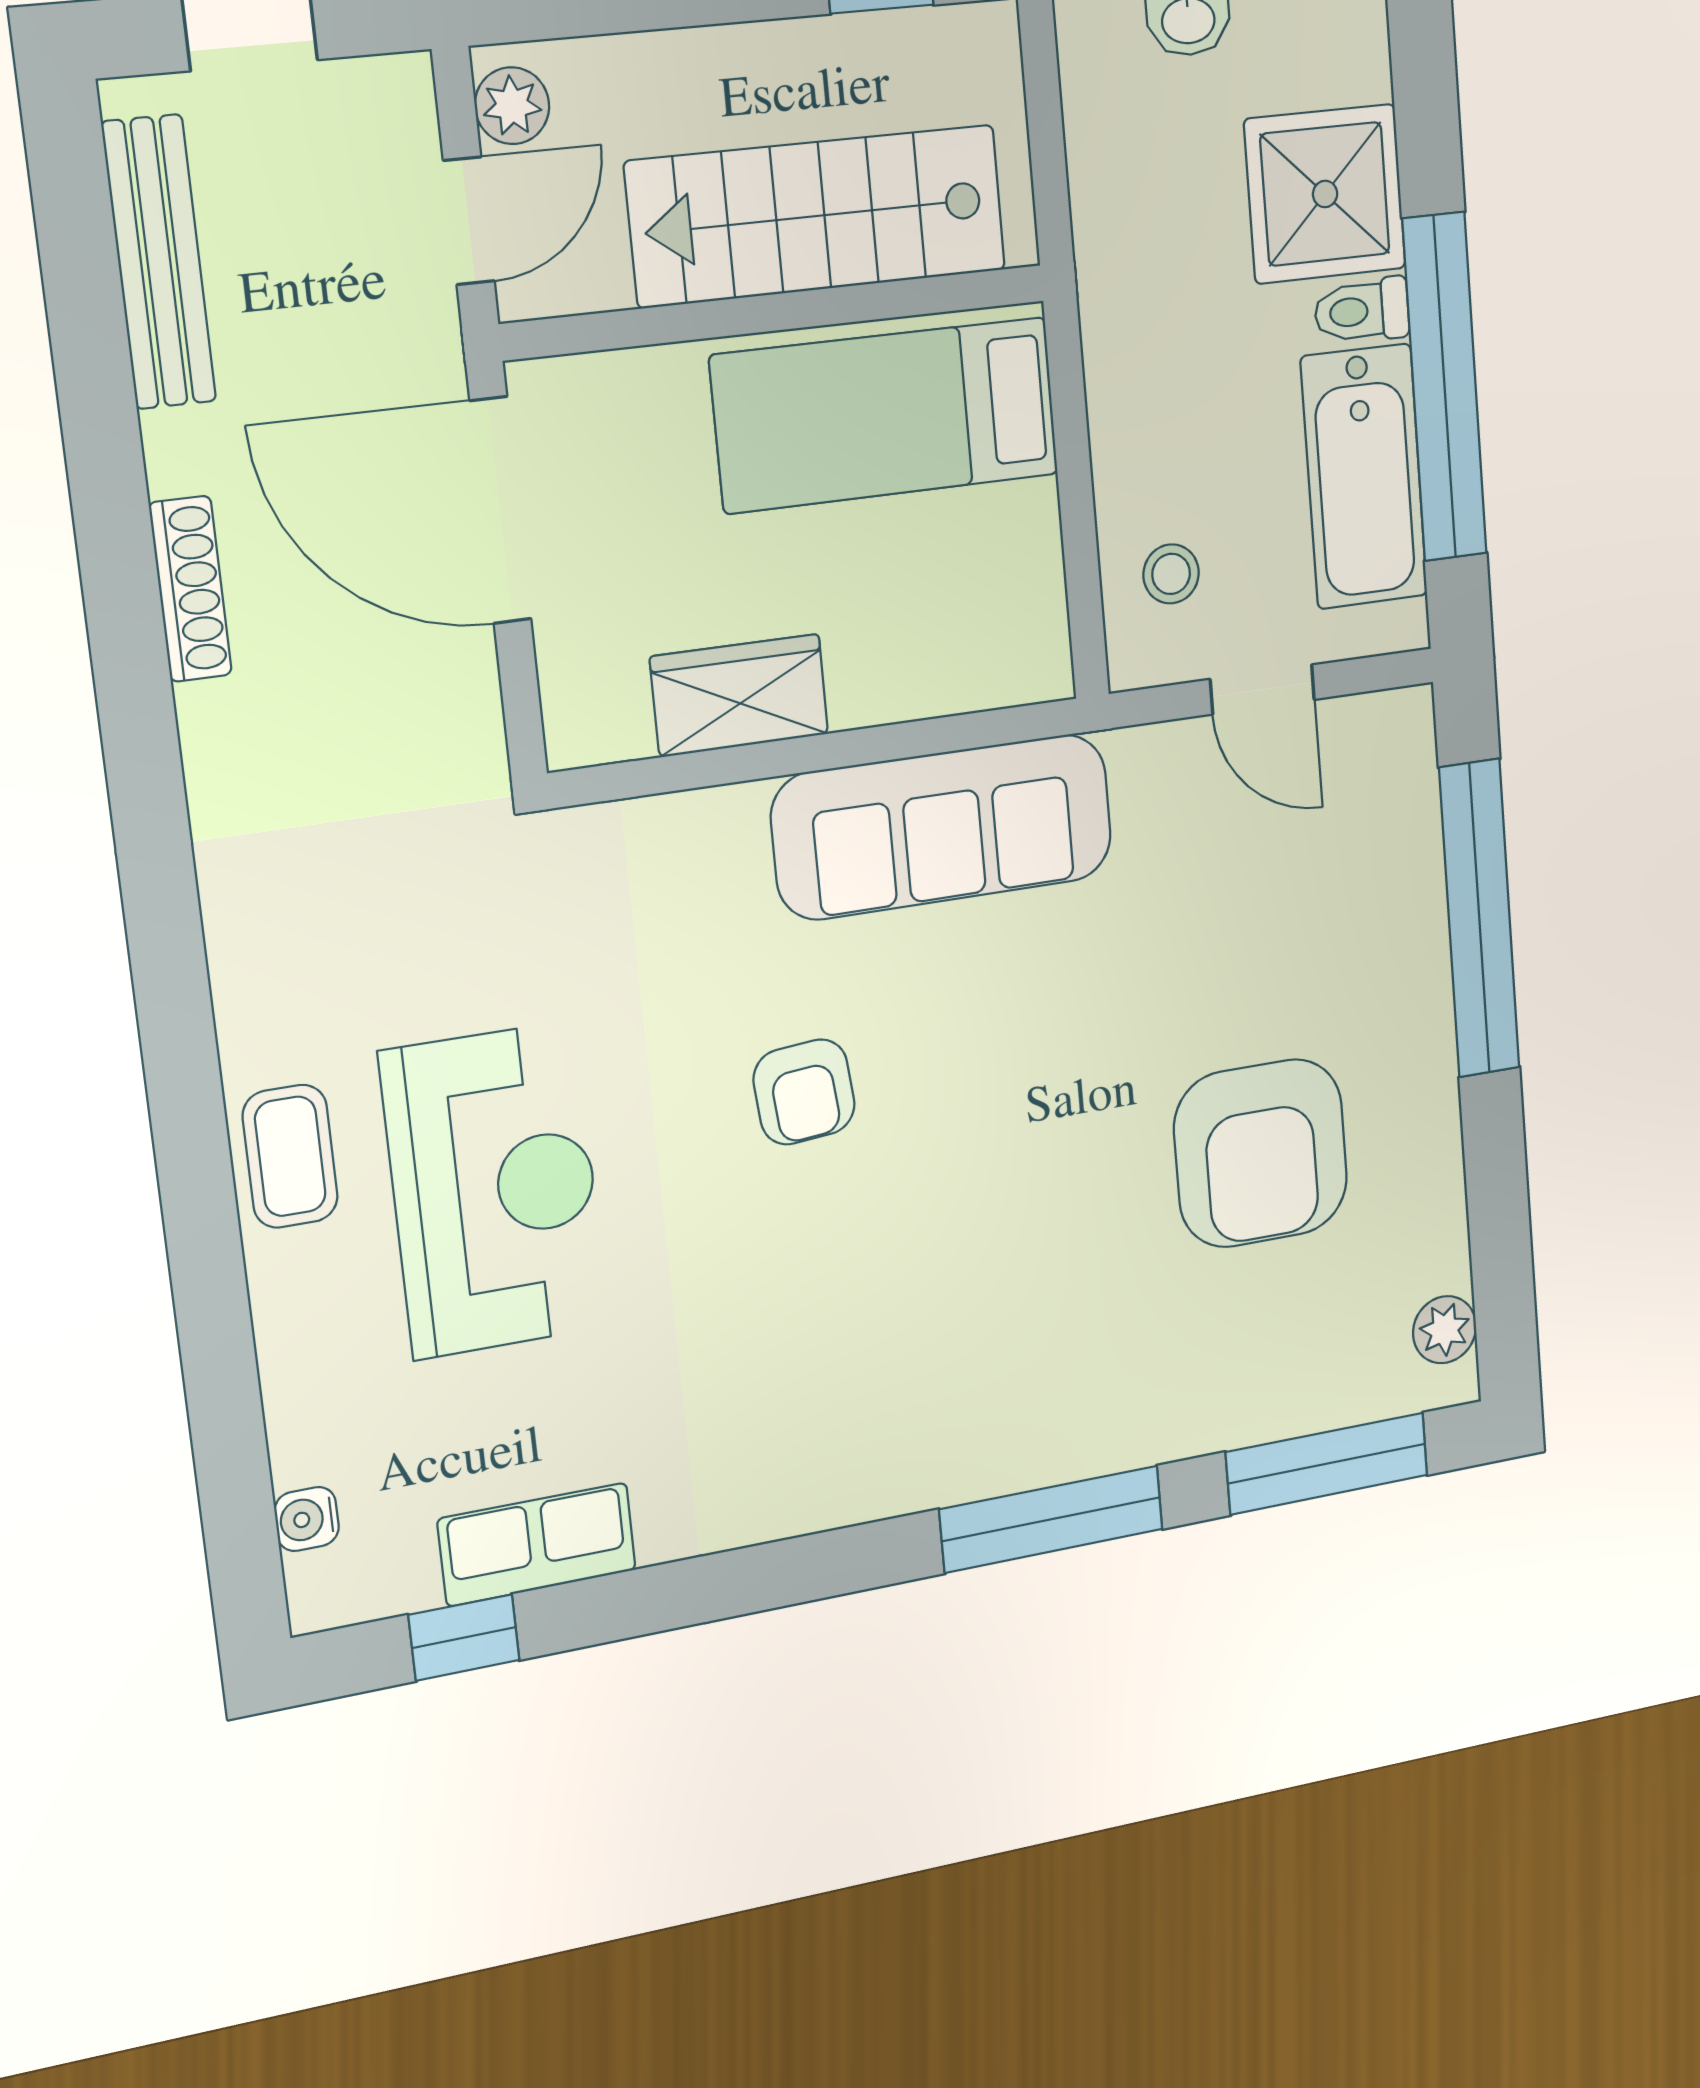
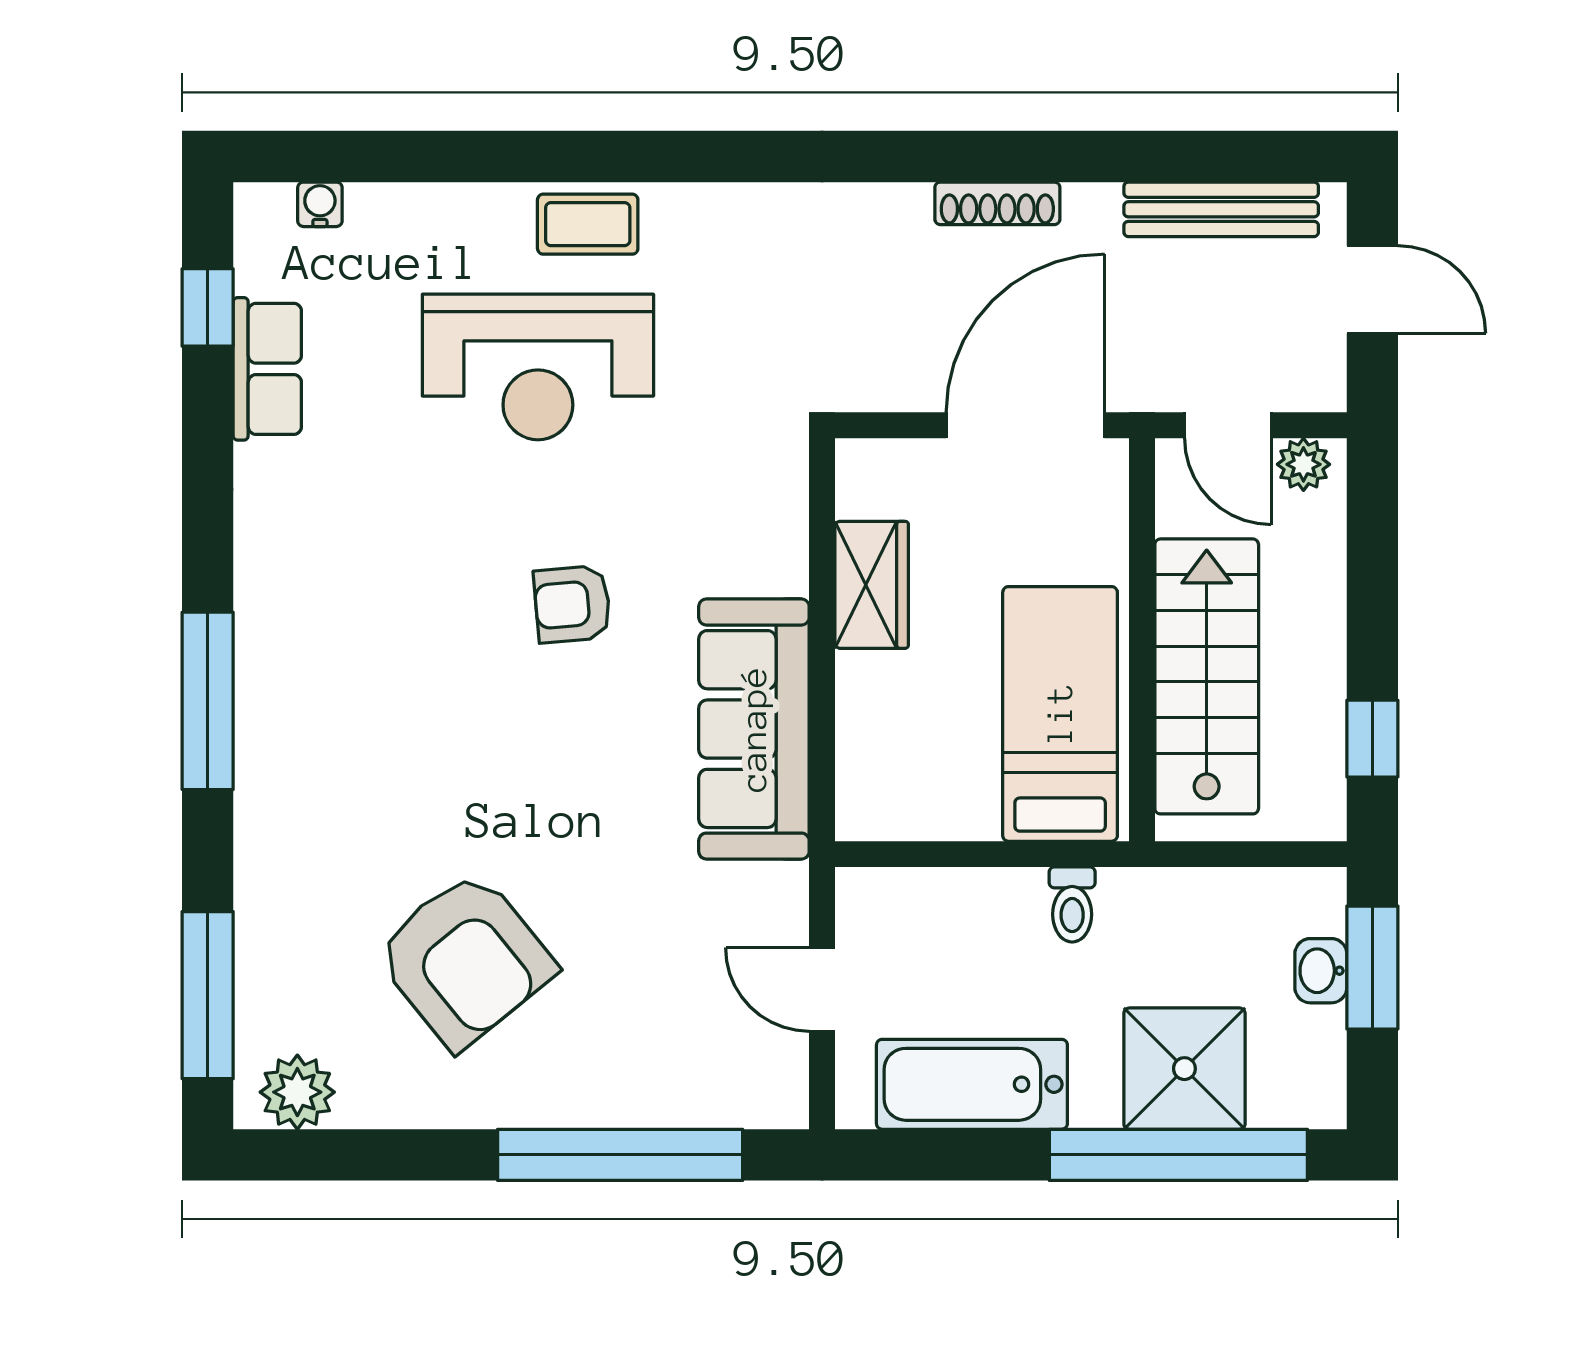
toilet: (1362, 311) -> (1072, 904), moved, turned 180
window: (1445, 387) -> (1178, 1155), moved
stool: (1171, 574) -> (918, 924), removed
door: (1262, 689) -> (822, 989), hinge flipped
armchair: (1261, 1153) -> (465, 960), turned -129
plant: (1445, 1330) -> (297, 1092), width x1.38, depth x1.38
window: (1052, 1519) -> (208, 701), moved

